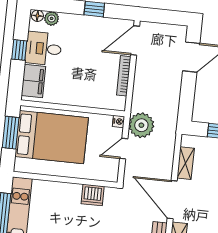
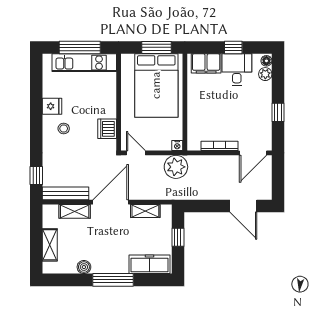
door: (135, 41) -> (253, 153), swing flipped
door: (124, 149) -> (136, 153), moved

